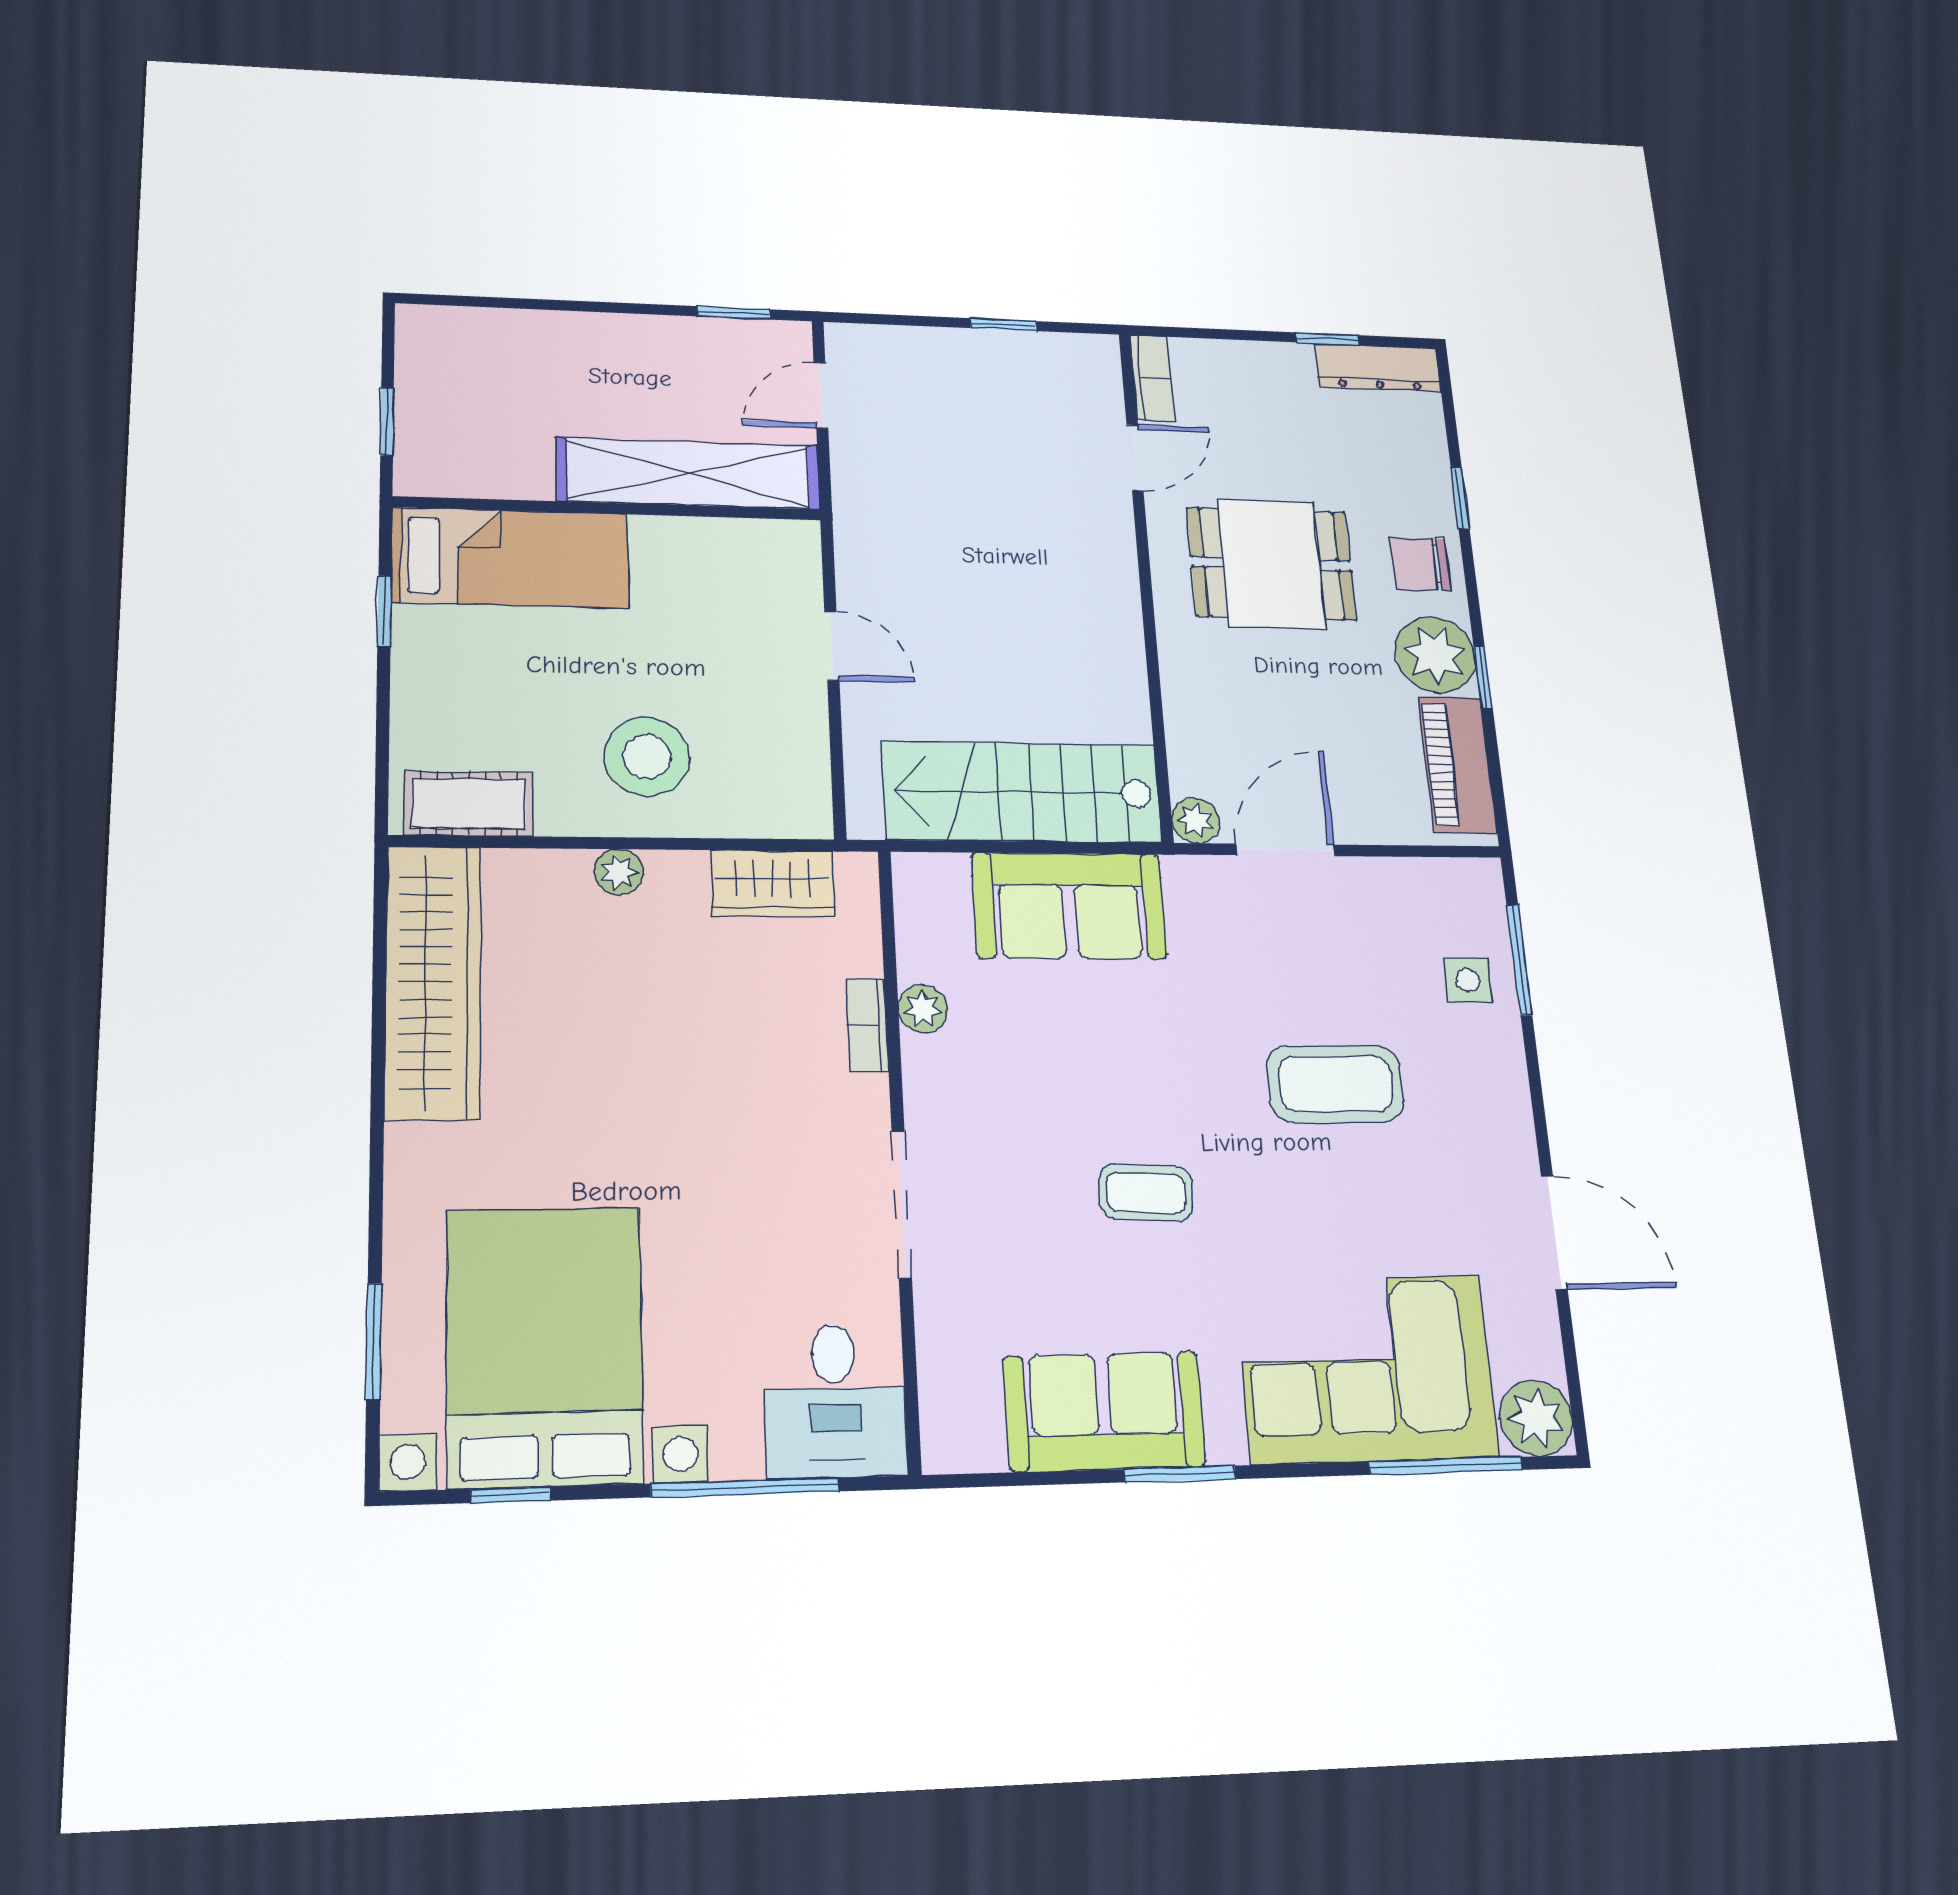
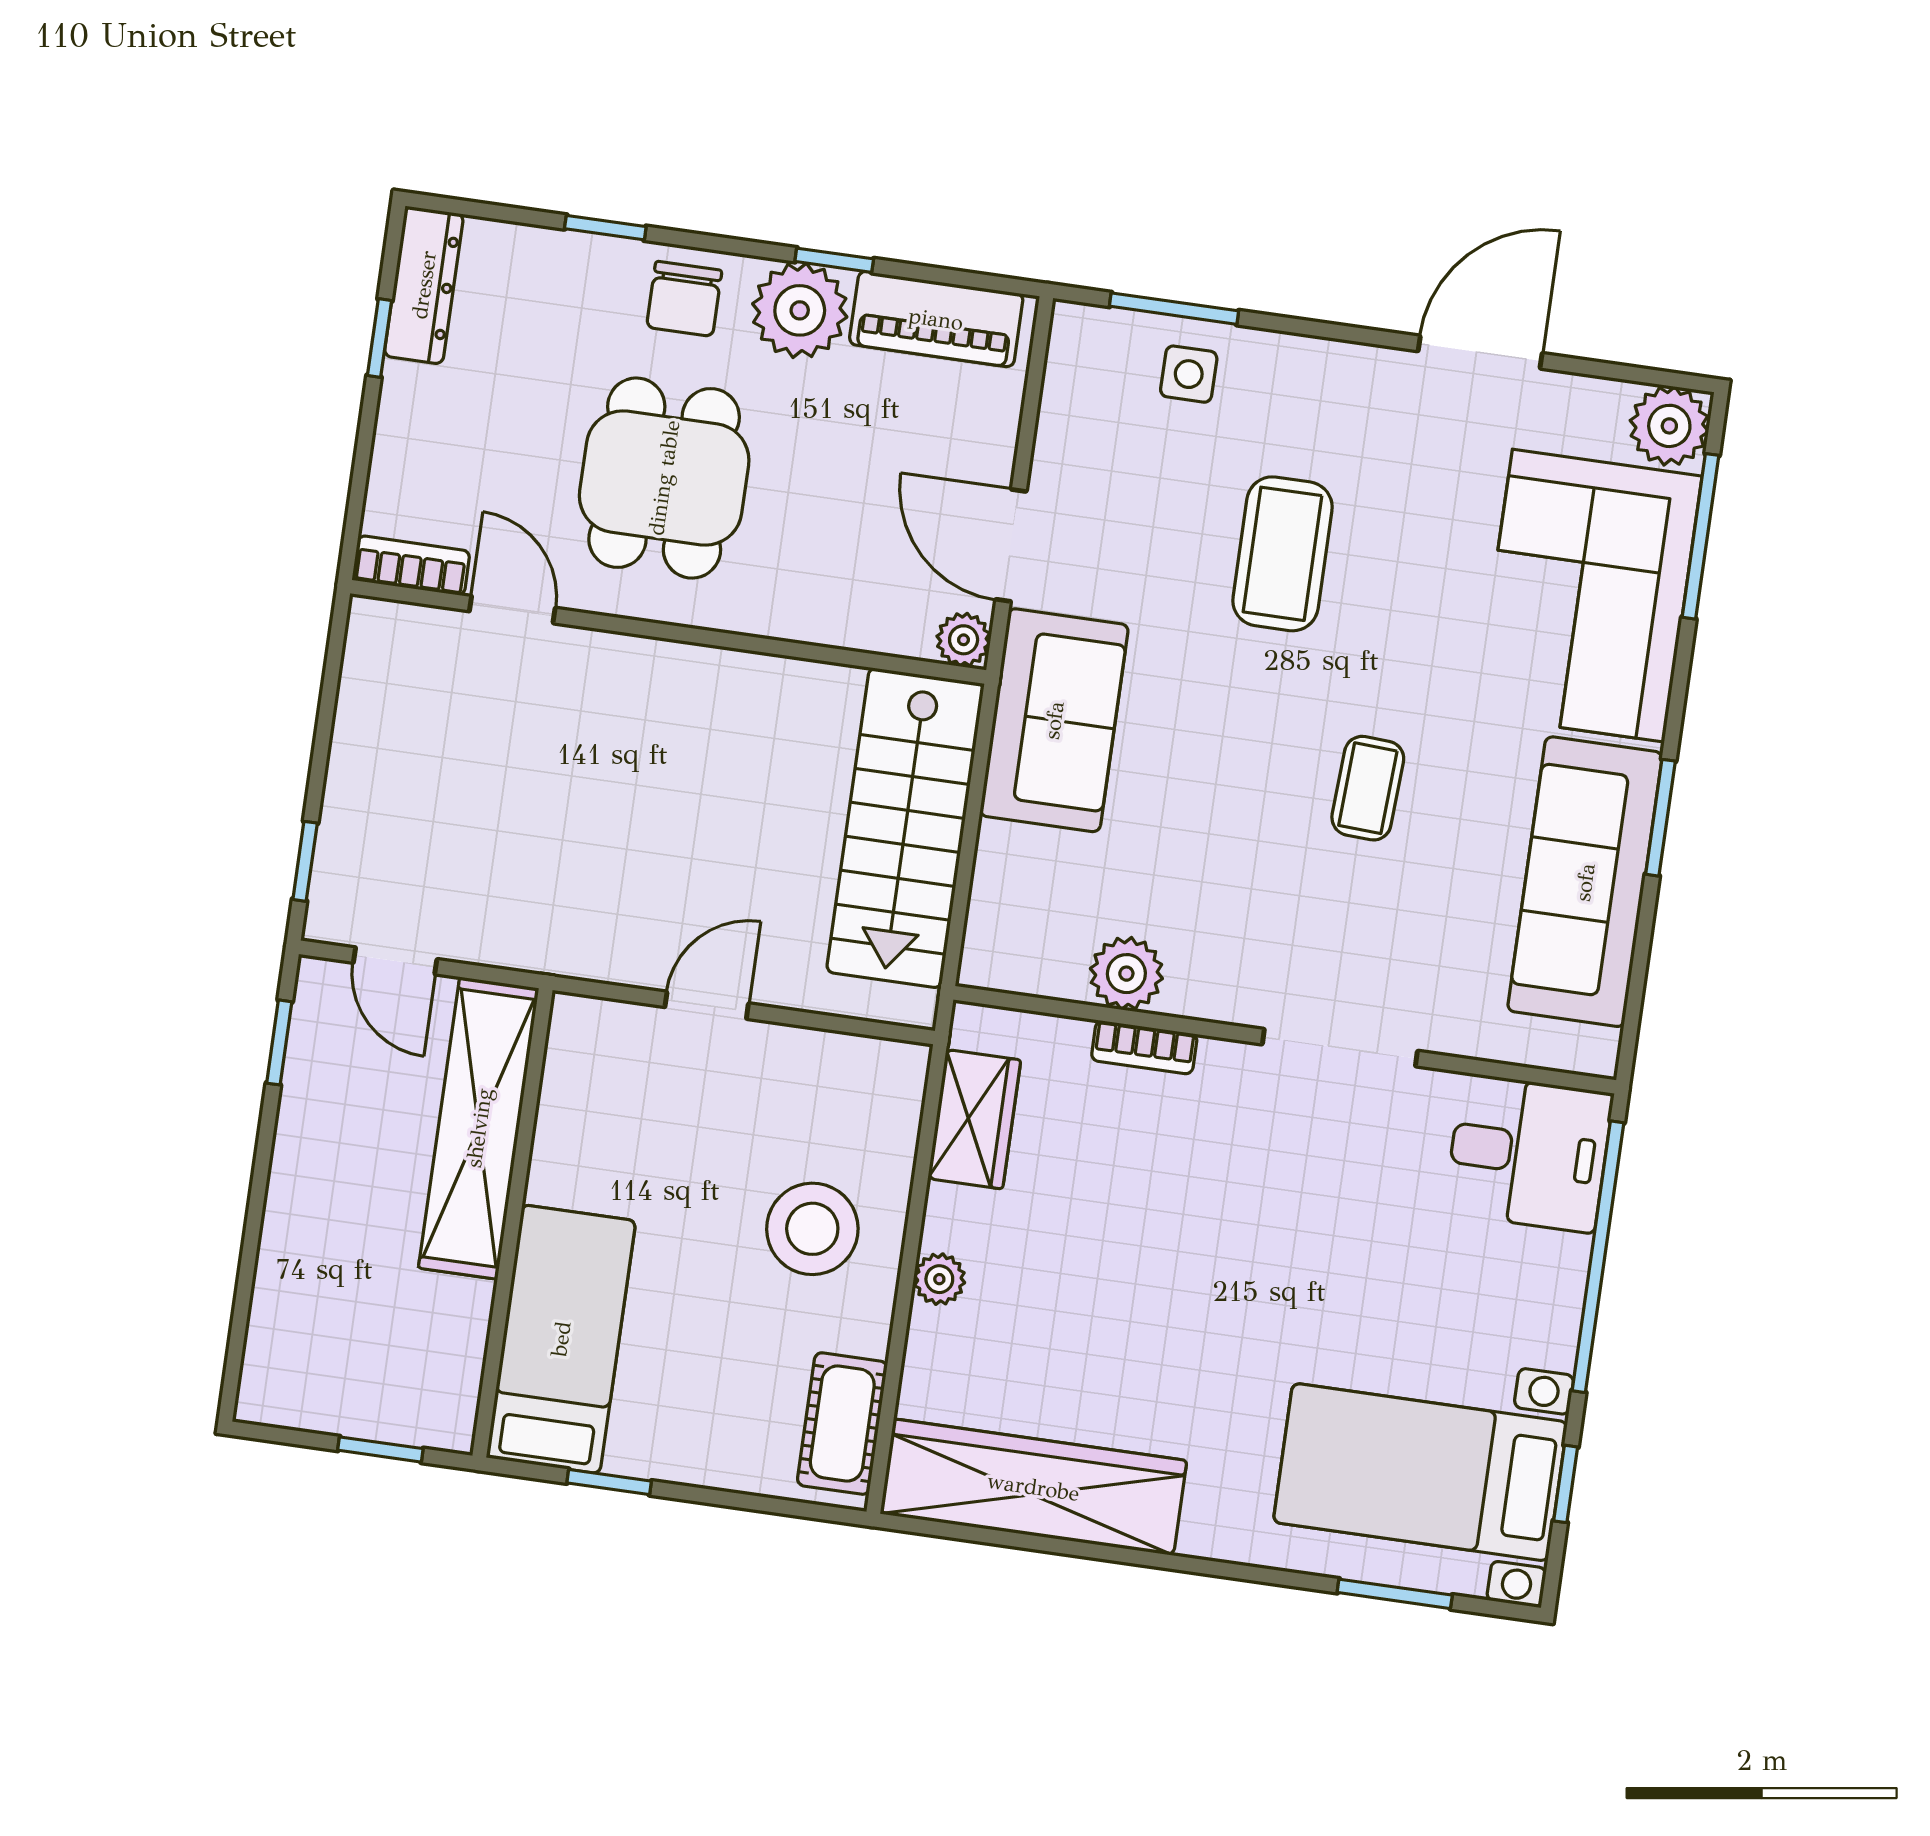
window: (1004, 325) -> (305, 861), moved
sofa: (1069, 906) -> (1054, 720), moved
plant: (923, 1009) -> (1126, 974), width x1.38, depth x1.38
bed with nightstands: (545, 1346) -> (1420, 1472), width x0.73
sofa: (1104, 1411) -> (1585, 882), width x1.36
window: (745, 1488) -> (1598, 1257), width x1.46

